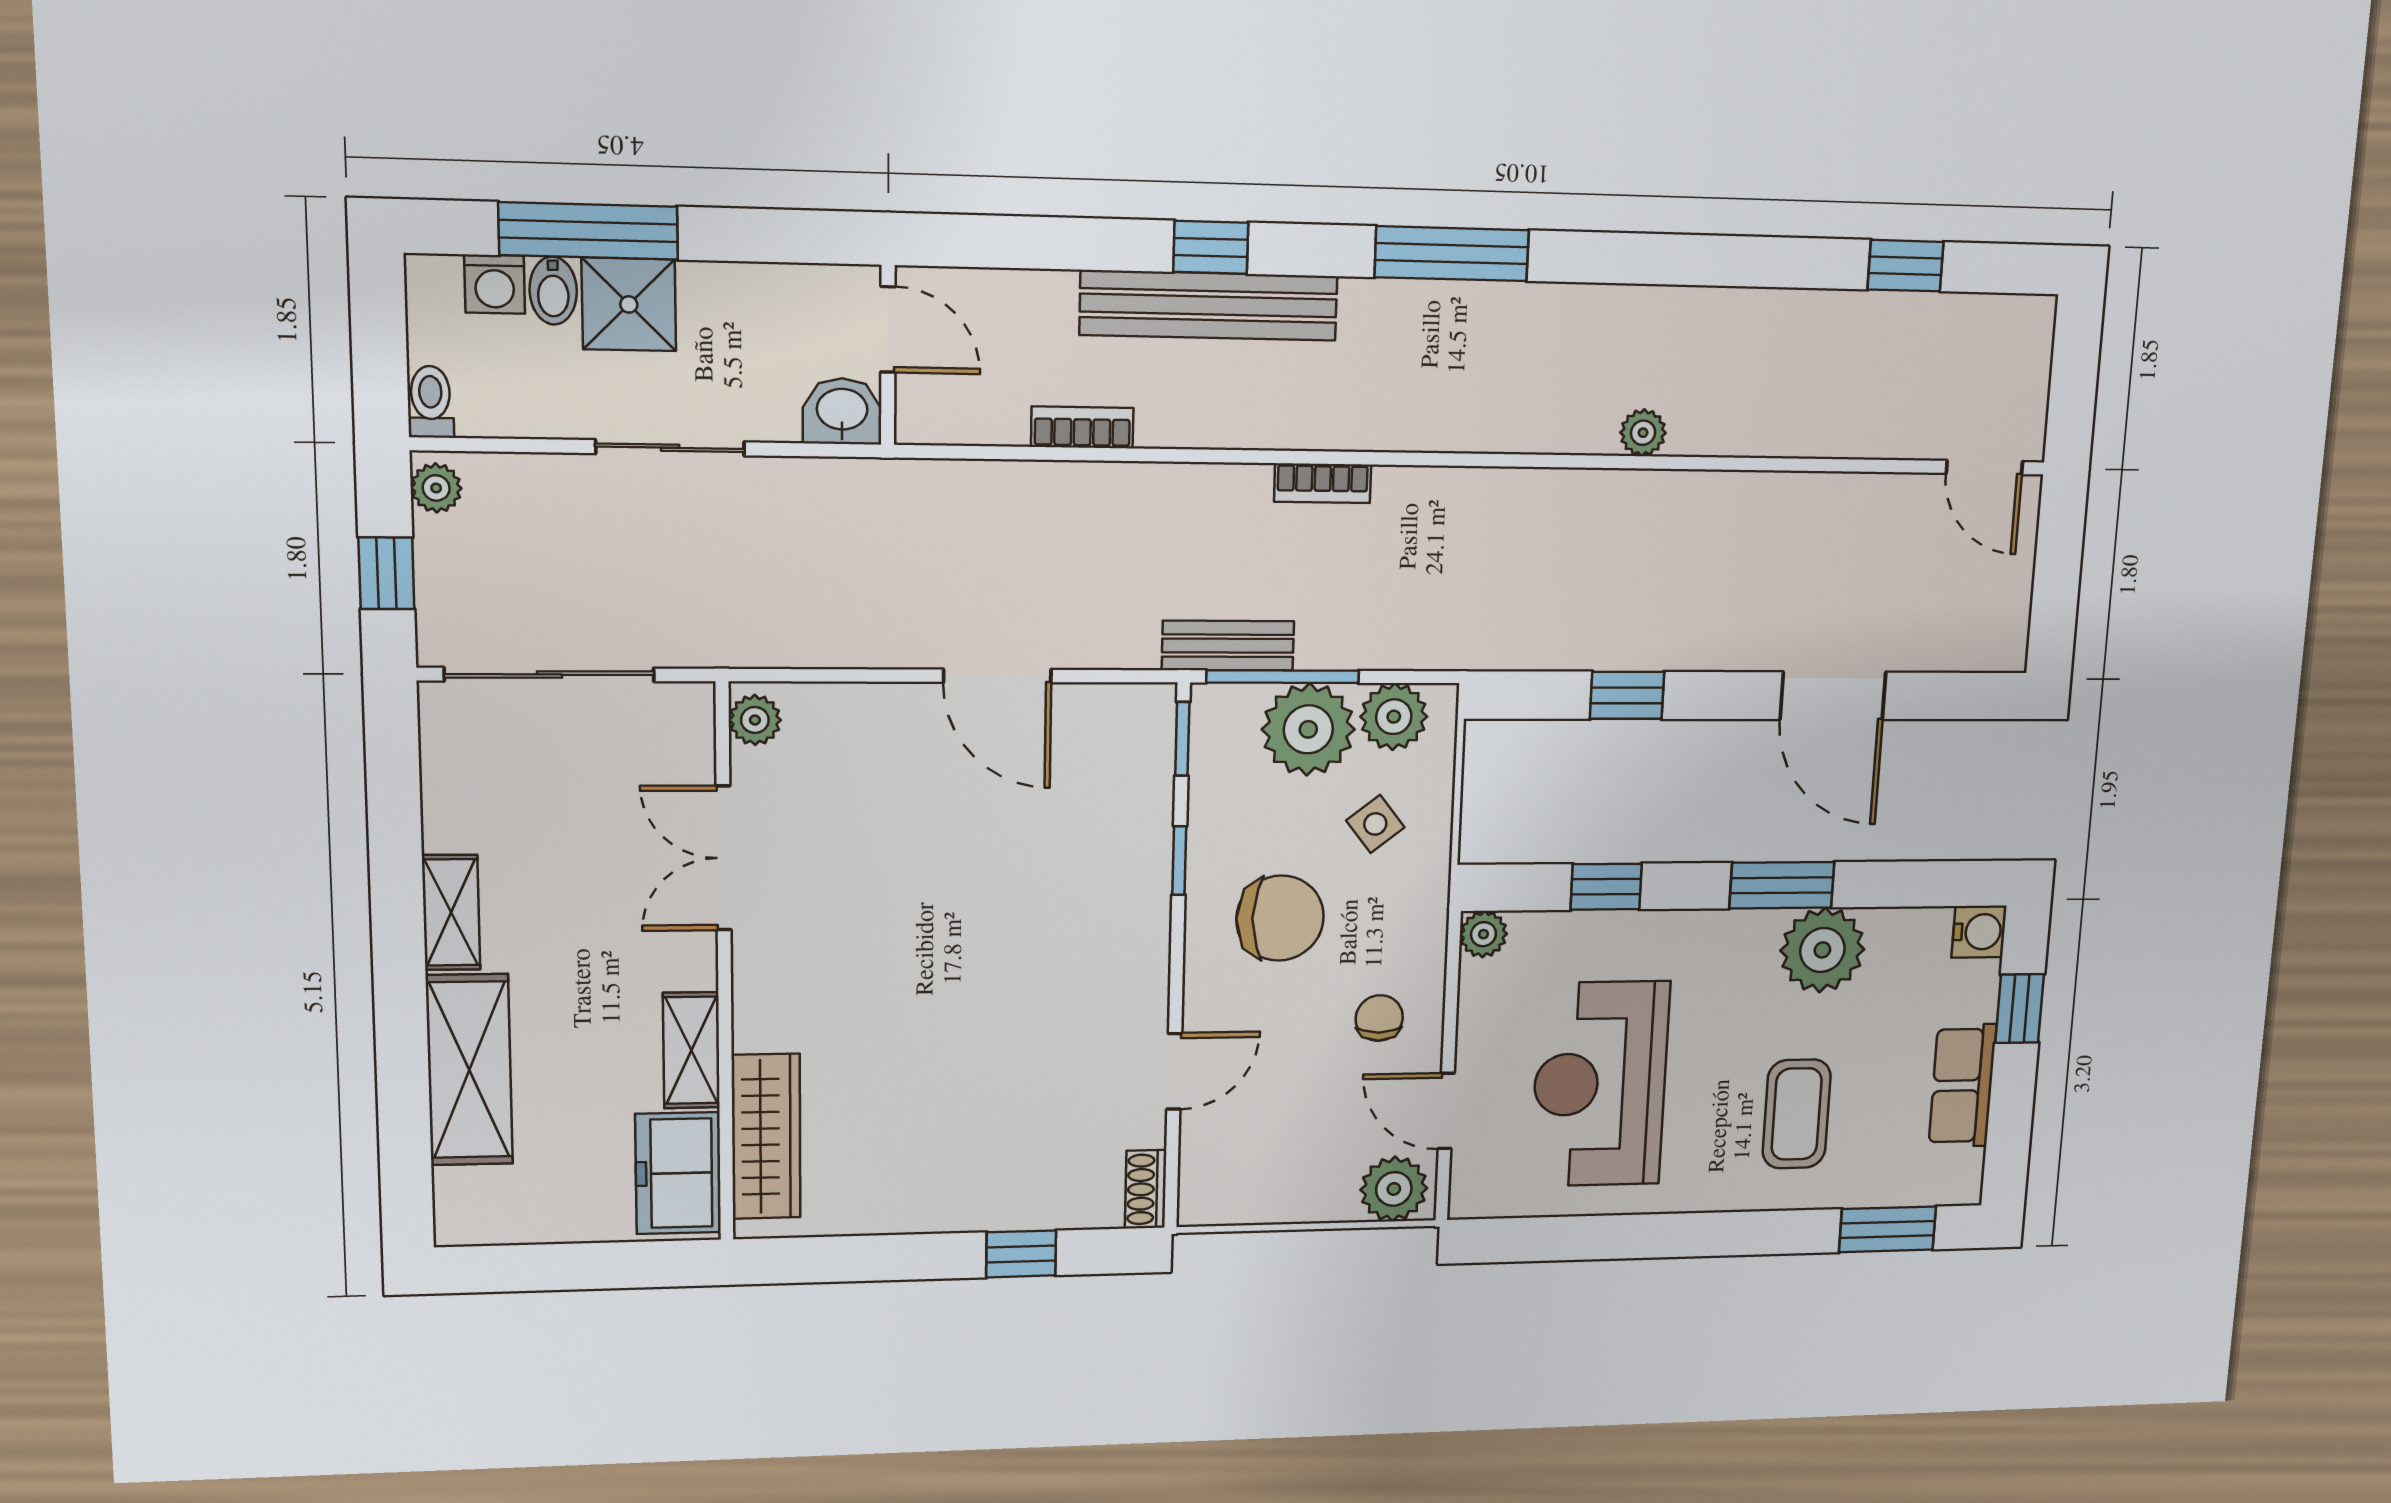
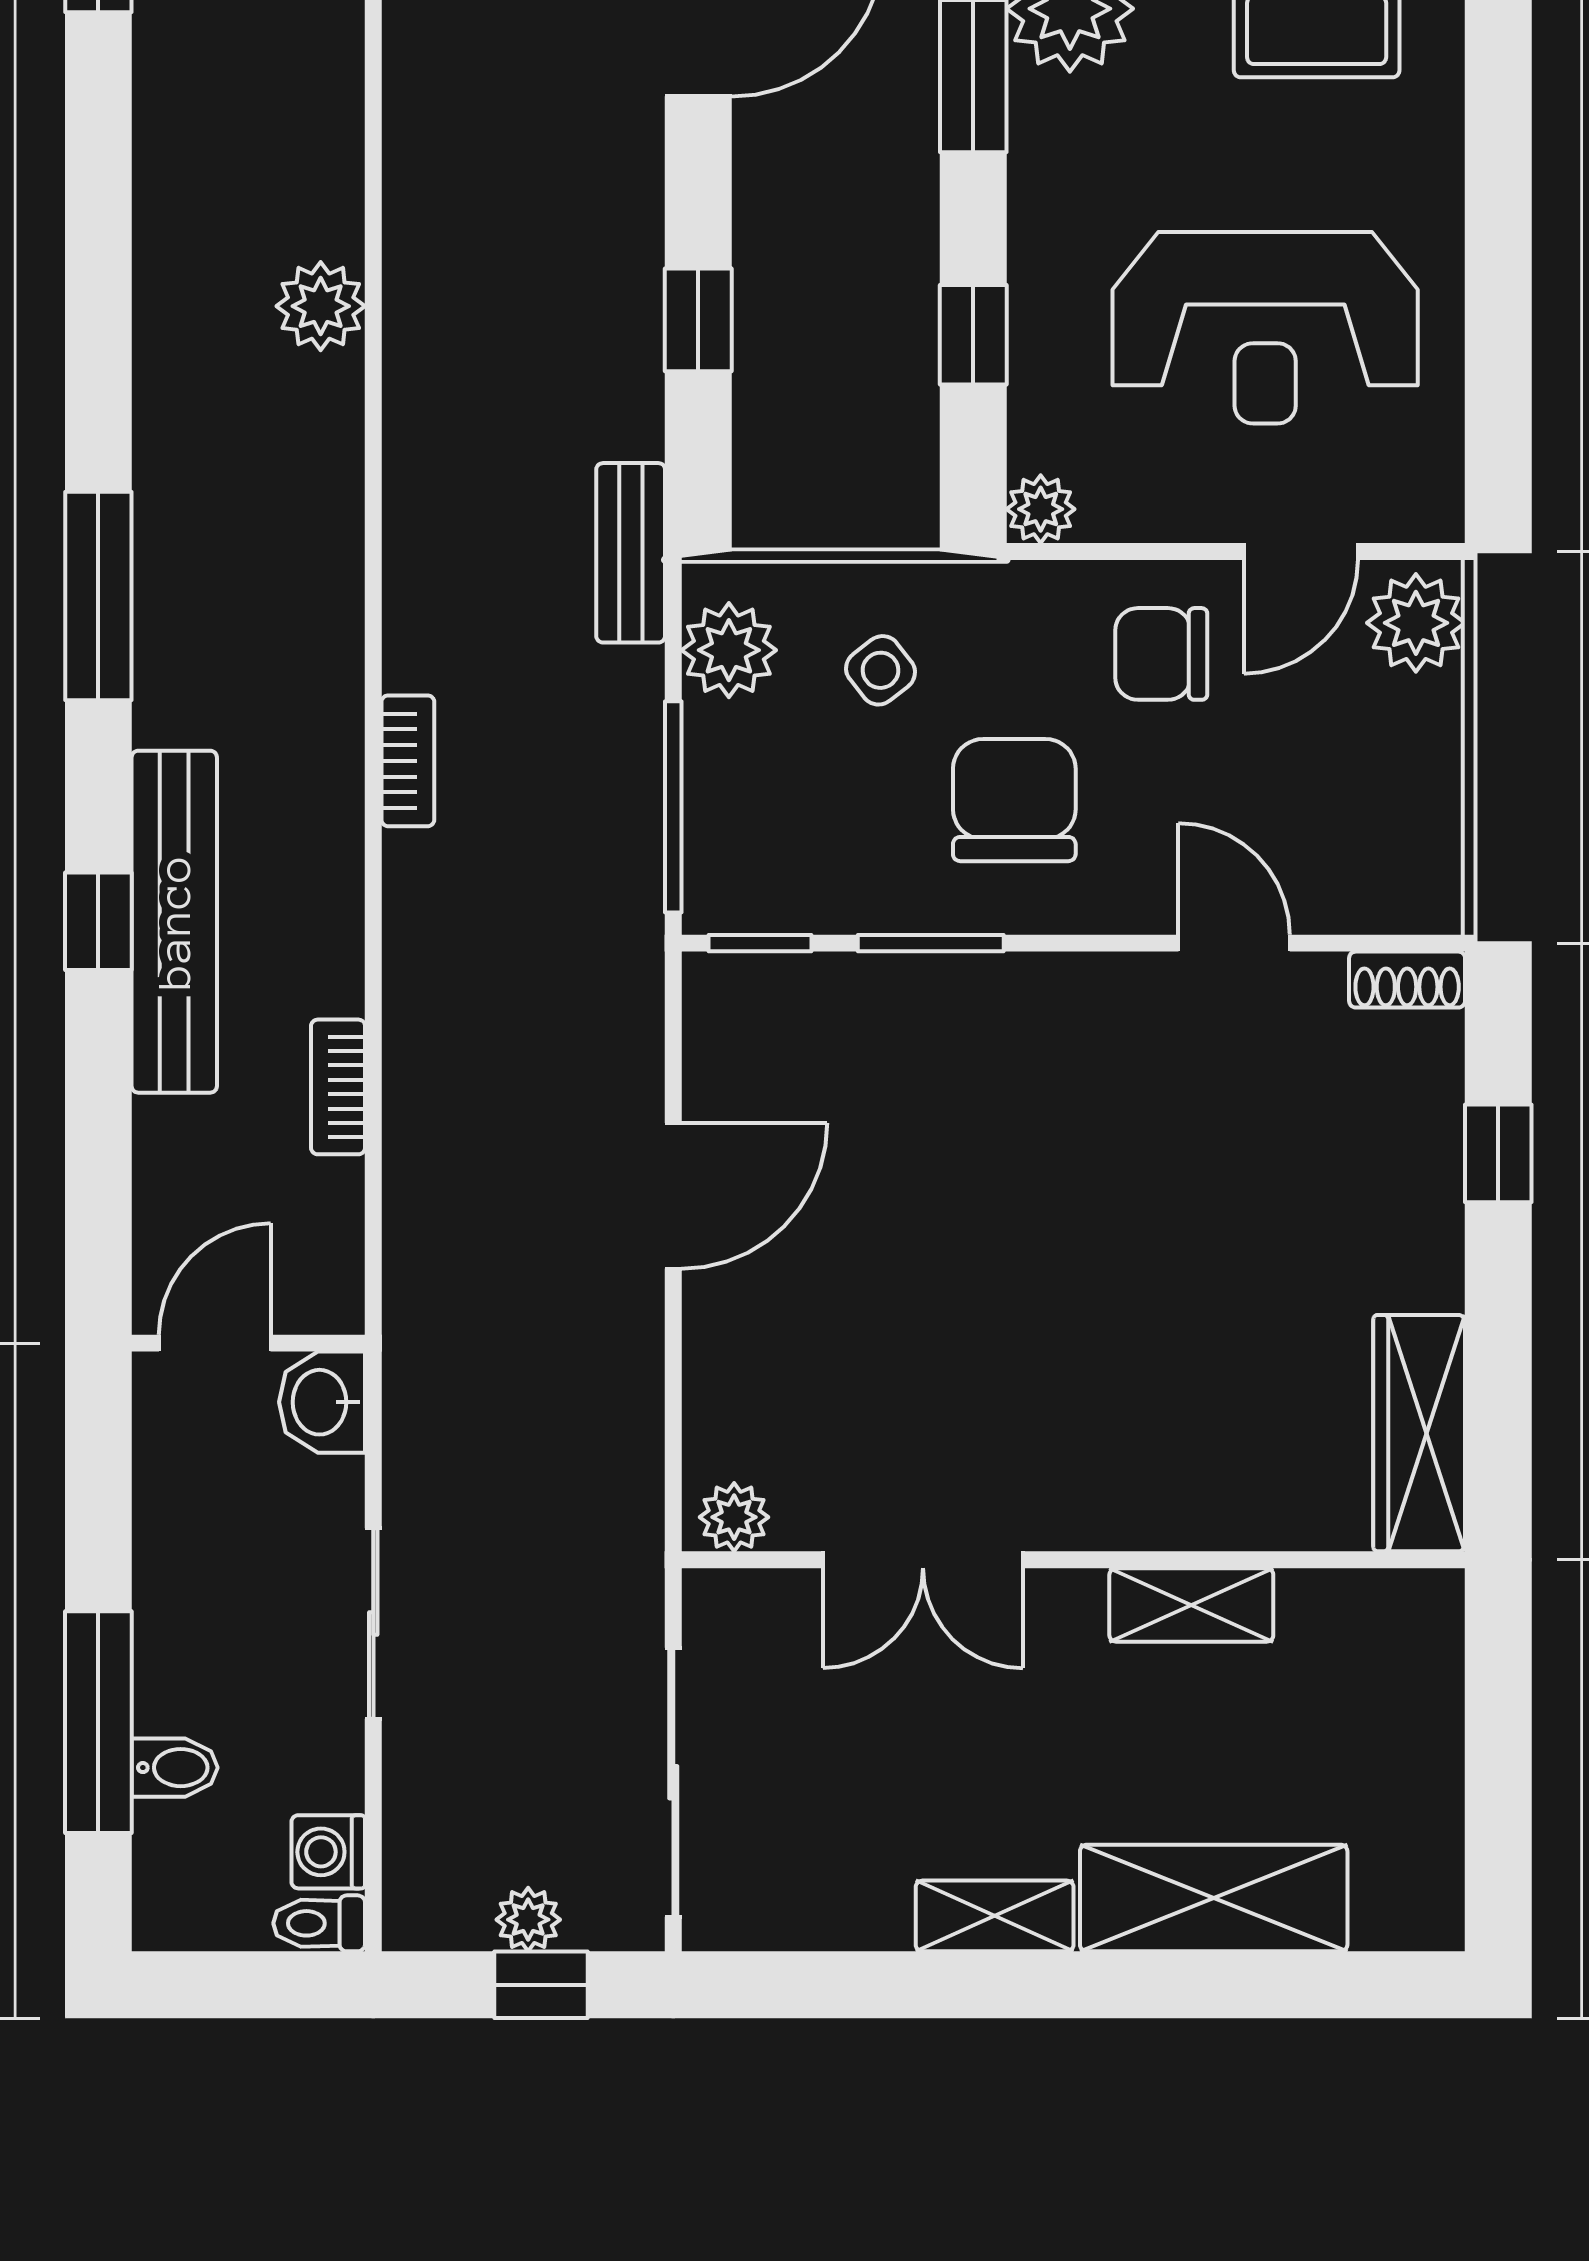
washing machine: (495, 284) -> (328, 1852), moved, turned 180
shower: (629, 304) -> (190, 1673), removed
plant: (1643, 433) -> (321, 306), width x1.38, depth x1.38
plant: (436, 488) -> (528, 1920), moved
bench: (1228, 646) -> (631, 553), moved
plant: (1308, 729) -> (747, 769), removed
window: (1179, 861) -> (931, 943), width x1.50
chair: (1379, 1018) -> (1161, 654), width x1.37, depth x1.37
wardrobe: (766, 1137) -> (1419, 1433), moved, turned -90
freezer: (678, 1173) -> (1367, 1625), removed

